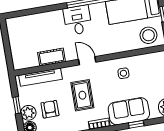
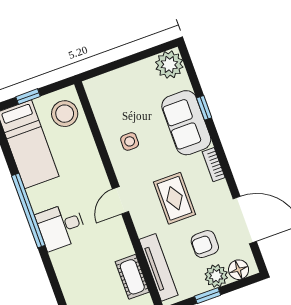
cot: (51, 57) -> (132, 277), moved
rug: (82, 95) -> (175, 198), turned 90

